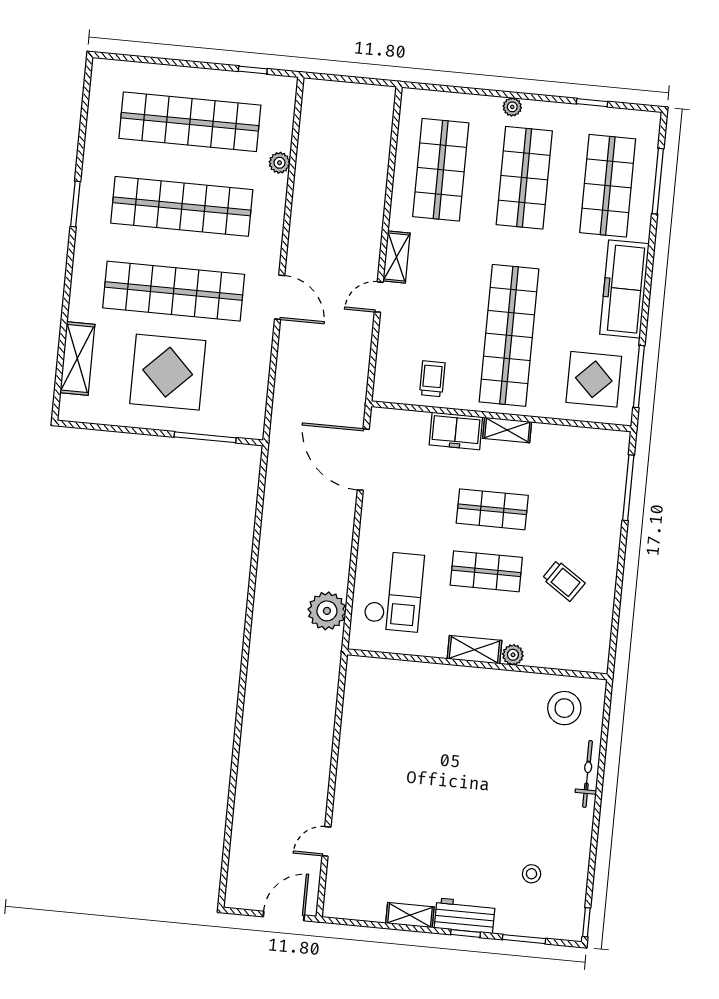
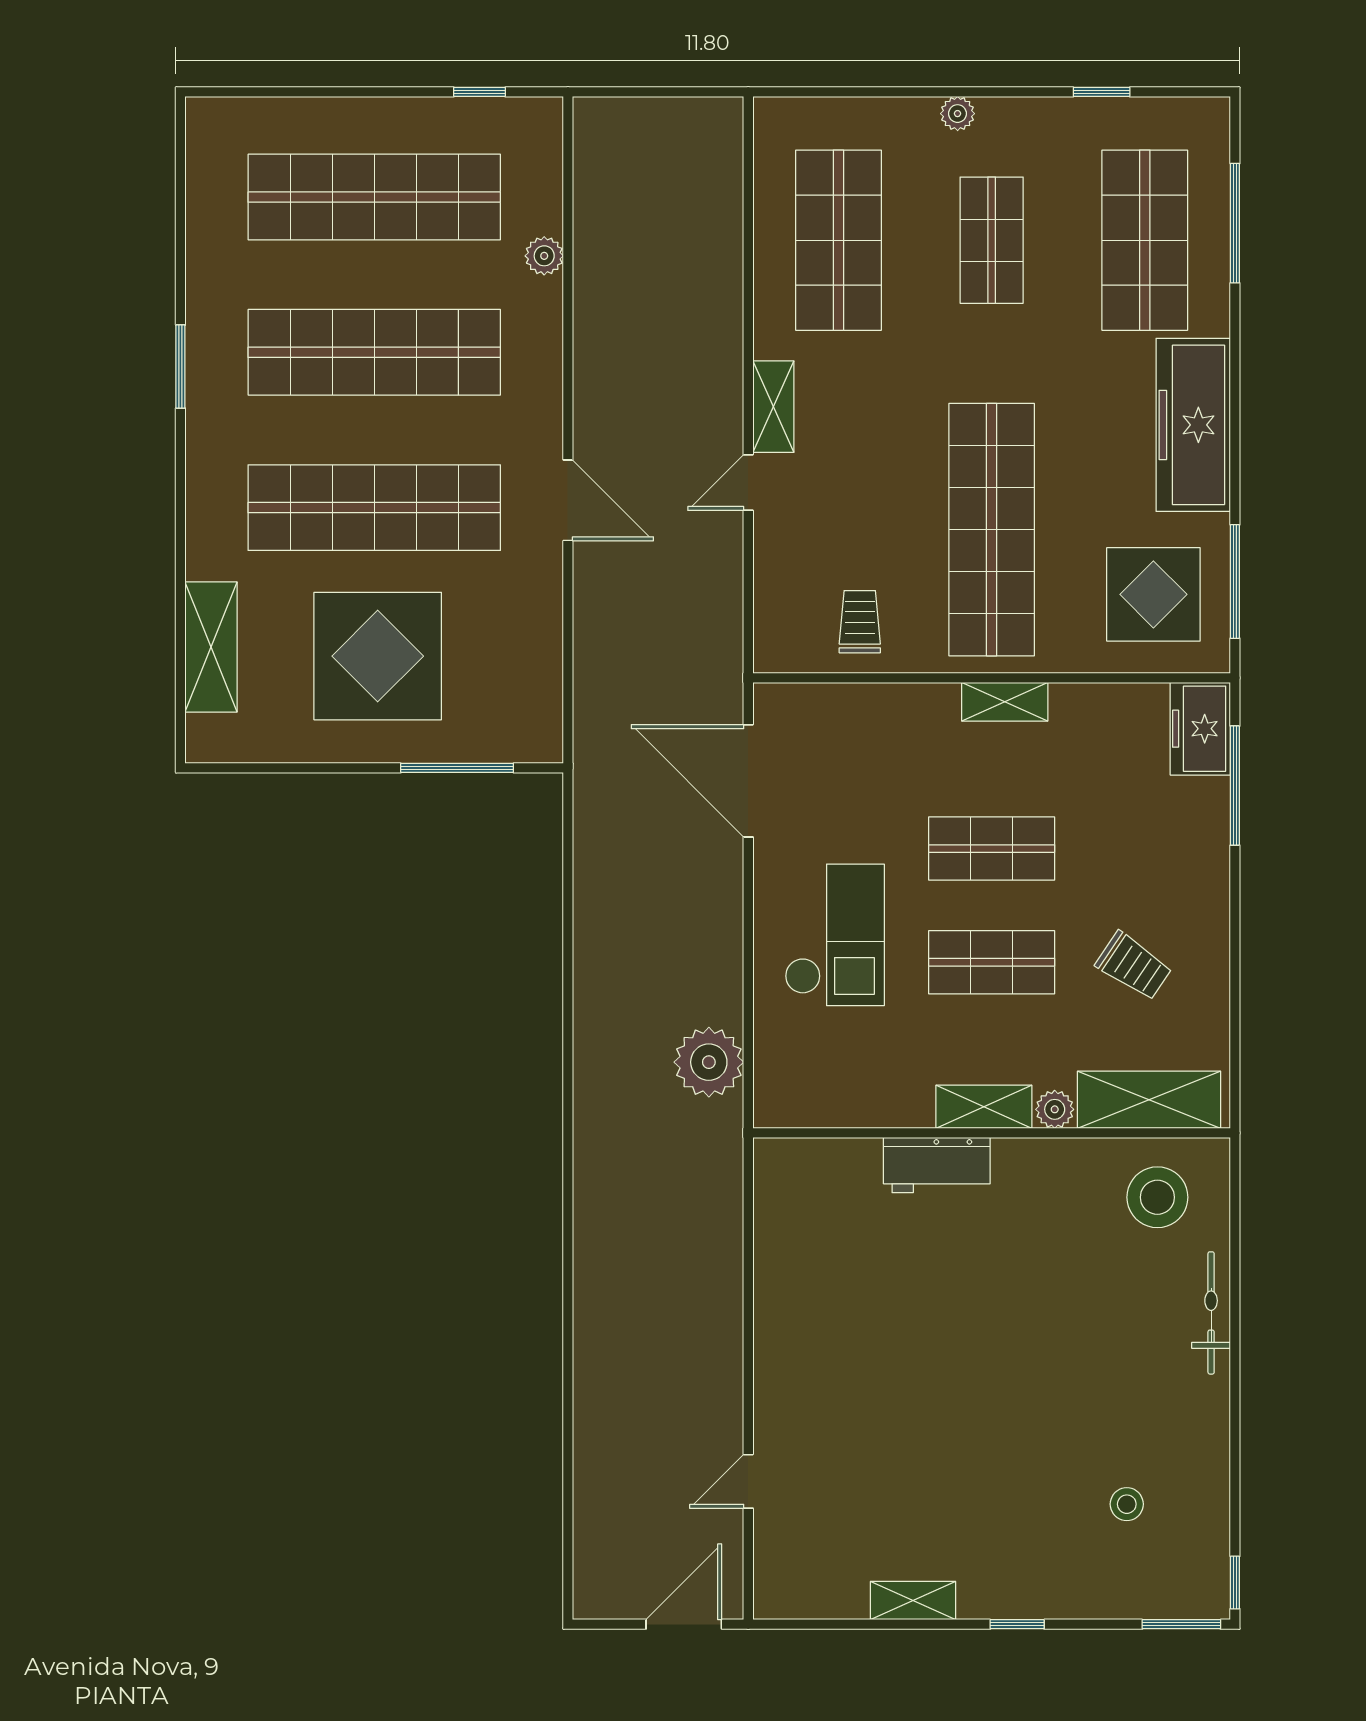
shop shelf: (524, 178) -> (992, 240), width x0.70, depth x0.74
freezer: (456, 431) -> (1200, 729), moved, turned 90
checkout: (394, 591) -> (835, 935), moved
shelving: (565, 655) -> (1149, 1100), added
workbench: (465, 916) -> (937, 1165), moved, turned 180
window: (524, 939) -> (1181, 1624), moved

